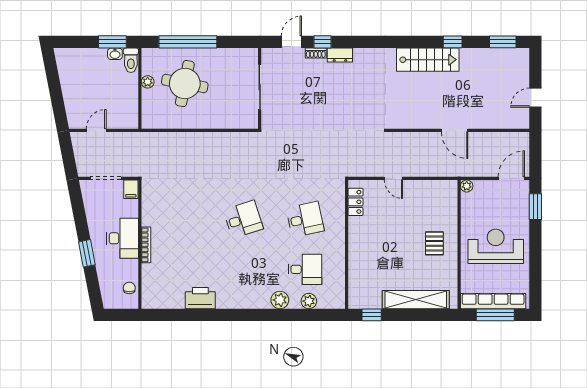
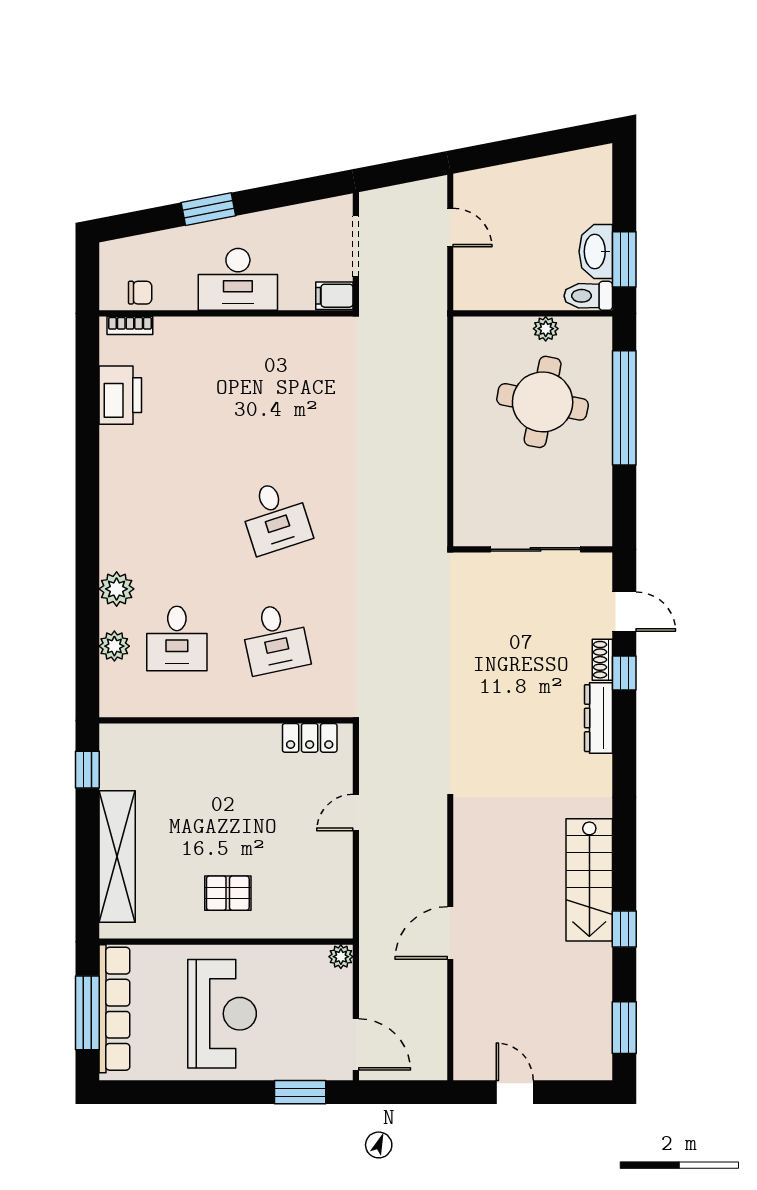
washbasin: (115, 54) -> (596, 251), width x1.91, depth x1.45
dresser: (340, 55) -> (599, 718), width x1.44
bookcase: (146, 245) -> (130, 325), moved, width x0.64
printer: (200, 298) -> (120, 395), moved

